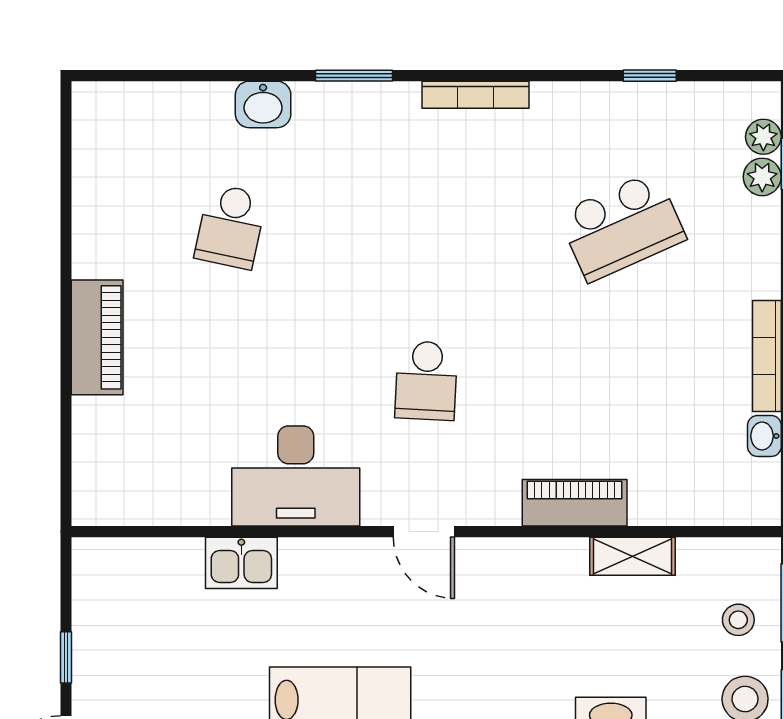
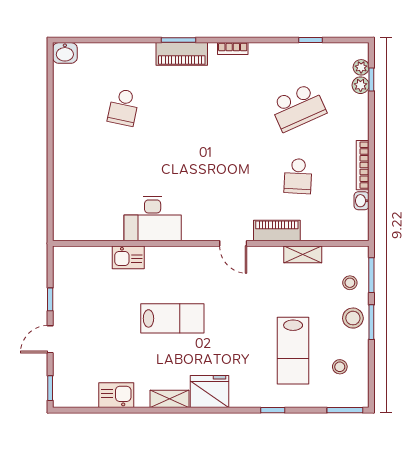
bookcase: (476, 95) -> (233, 49), width x0.64
washbasin: (263, 104) -> (65, 53), moved
piano: (97, 337) -> (182, 54), moved, turned 90
school desk: (426, 381) -> (298, 176), moved
door: (424, 532) -> (233, 243), moved

